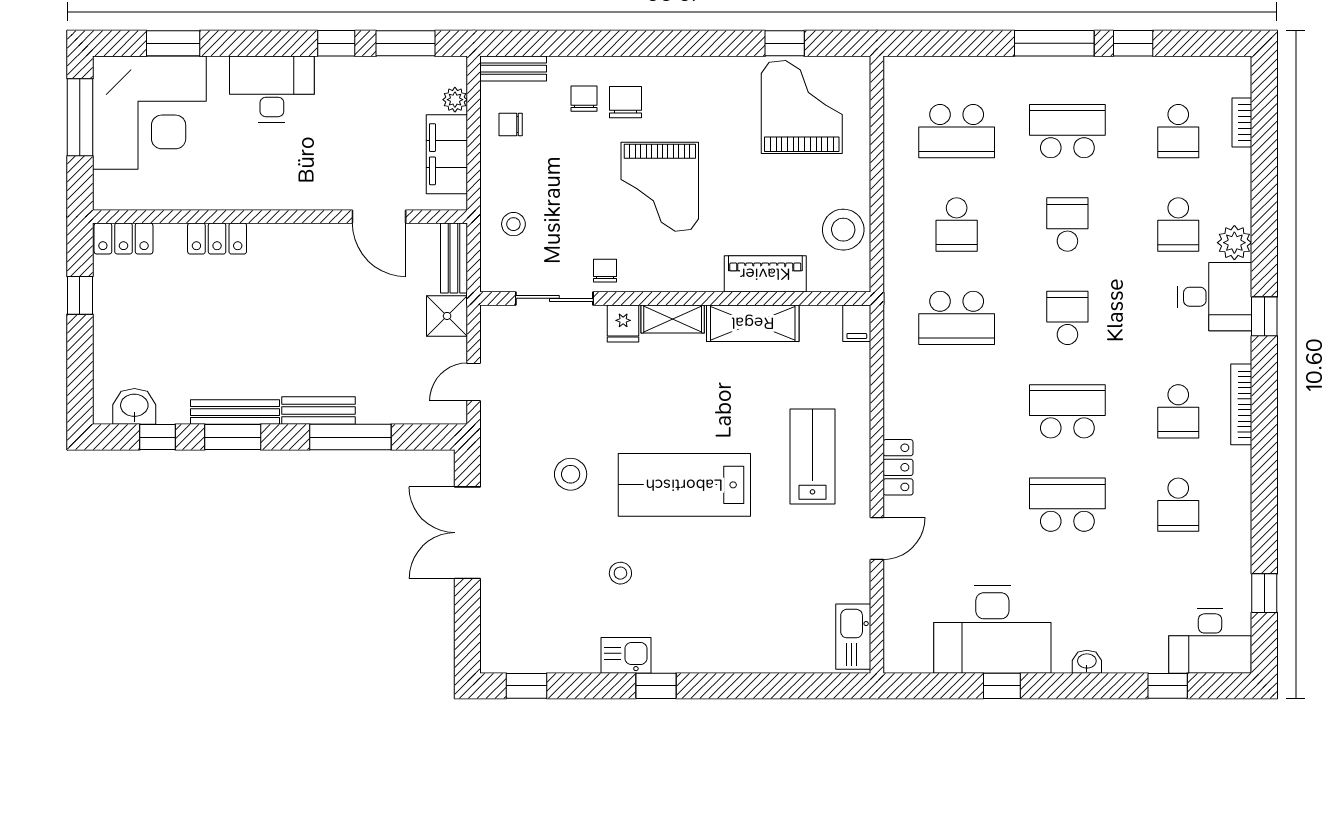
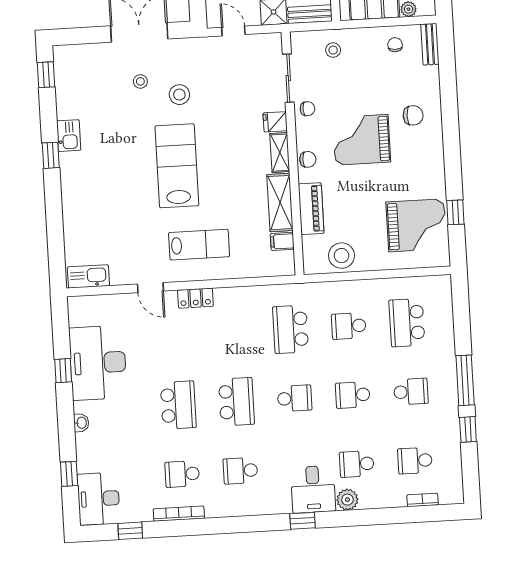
chair: (584, 99) -> (308, 159), moved
school desk: (1067, 131) -> (411, 392), width x0.54
school desk: (1067, 224) -> (353, 395), turned 180
filing cabinet: (857, 323) -> (282, 241), moved
bookcase: (1241, 404) -> (179, 514), moved
stool: (620, 573) -> (140, 81), moved

